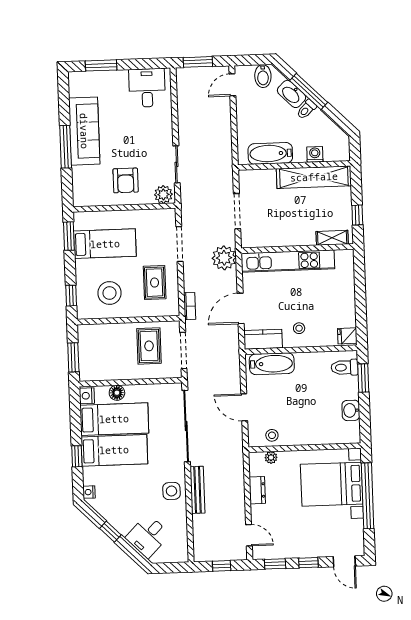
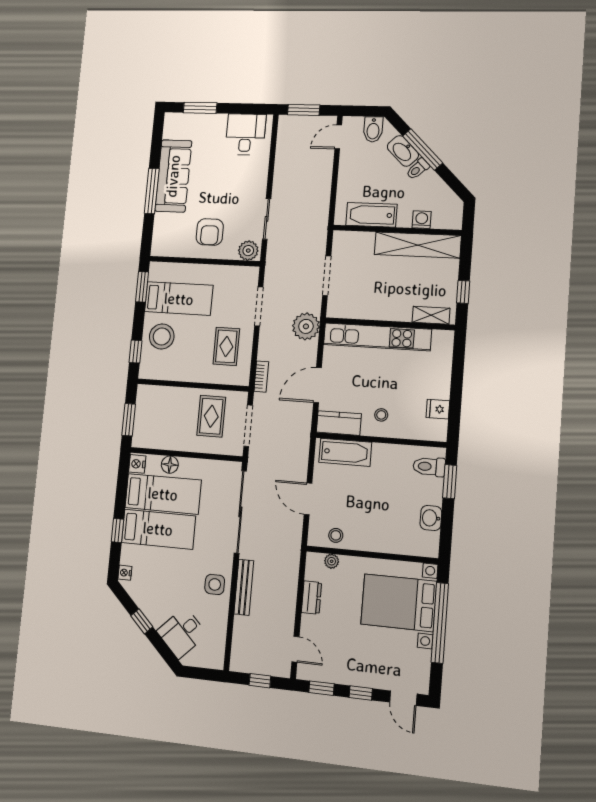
stool: (110, 293) -> (162, 336), moved
fridge: (347, 336) -> (438, 409), moved

